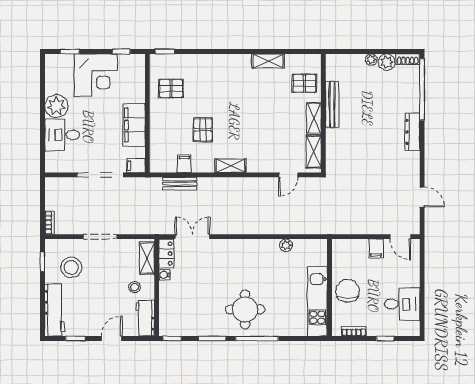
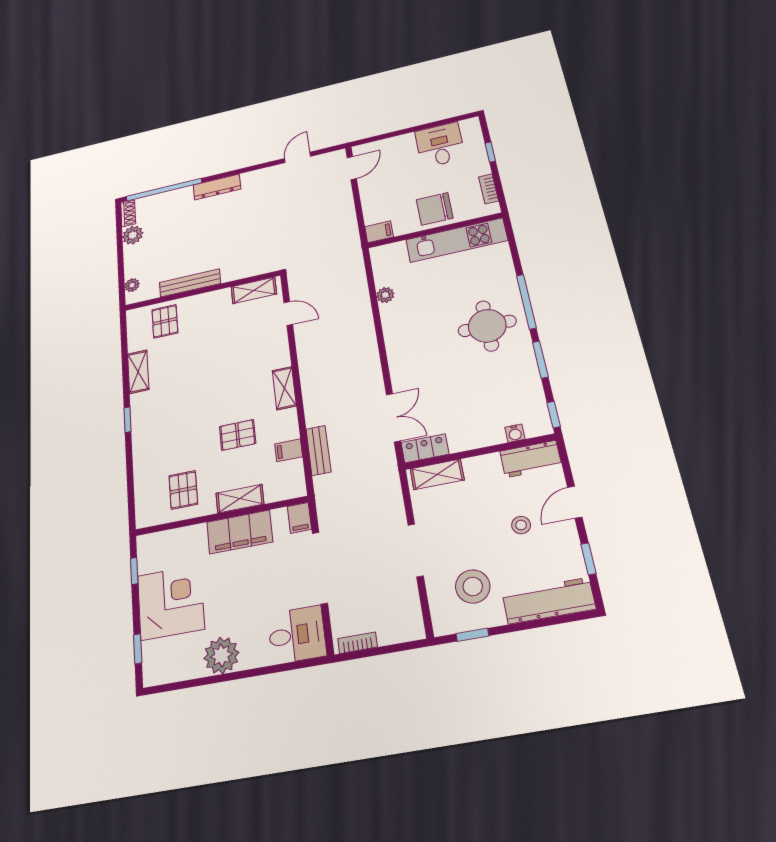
window: (165, 51) -> (128, 420), moved
plant: (371, 60) -> (132, 285), moved
shelving: (314, 118) -> (240, 499), moved
desk: (62, 135) -> (297, 635), moved, turned -90
bookcase: (49, 223) -> (358, 643), moved
double door: (192, 237) -> (393, 418), swing flipped
filing cabinet: (376, 248) -> (379, 232), moved
water cooler: (164, 275) -> (515, 433), moved
stool: (135, 287) -> (521, 525), moved
door: (112, 338) -> (575, 502), hinge flipped

